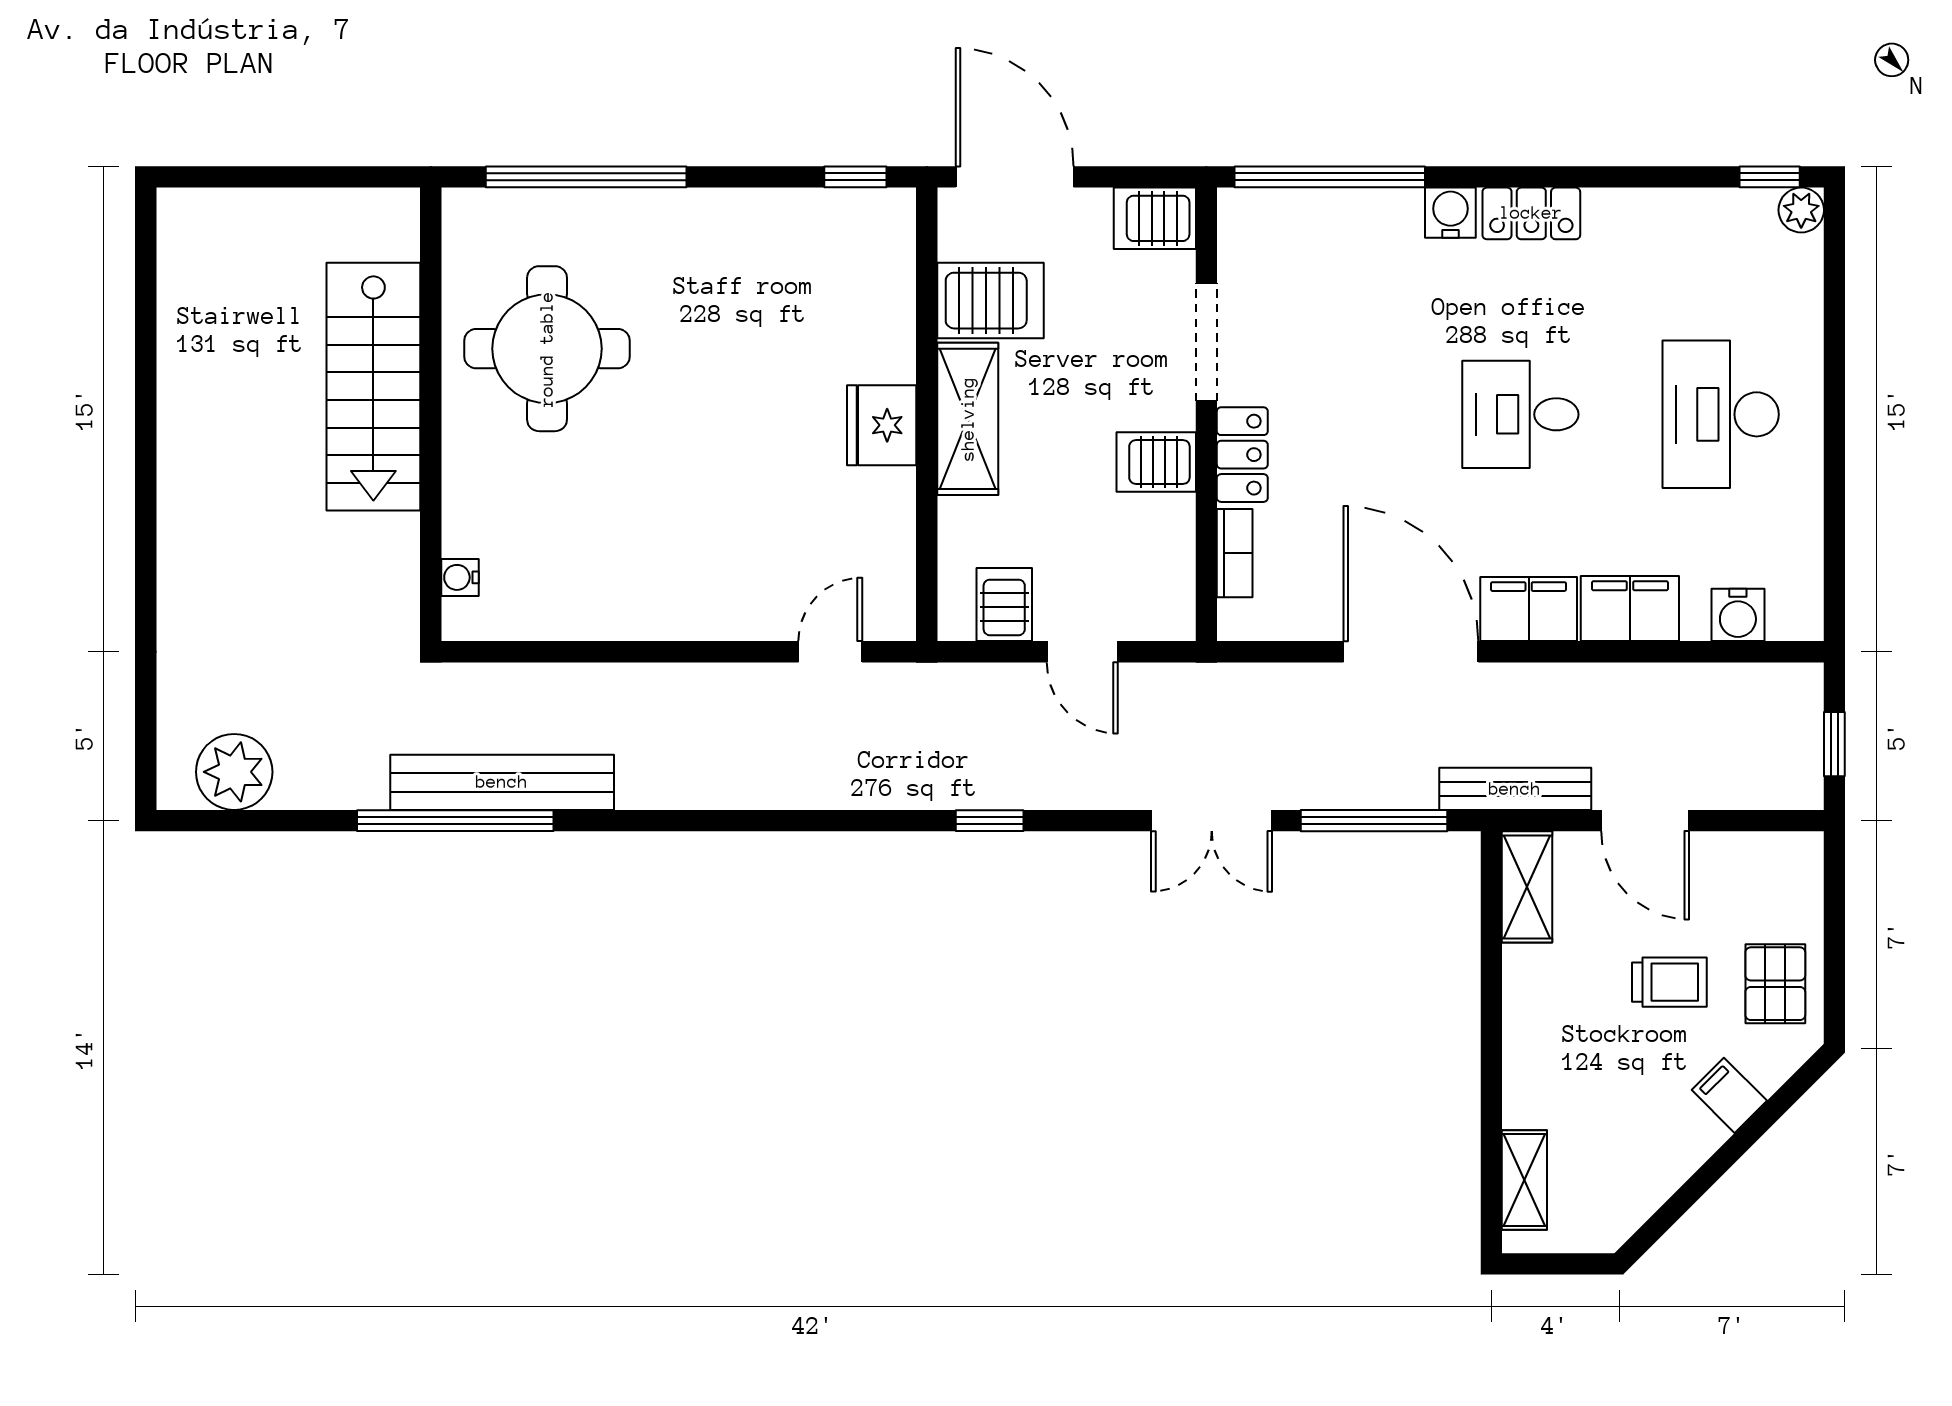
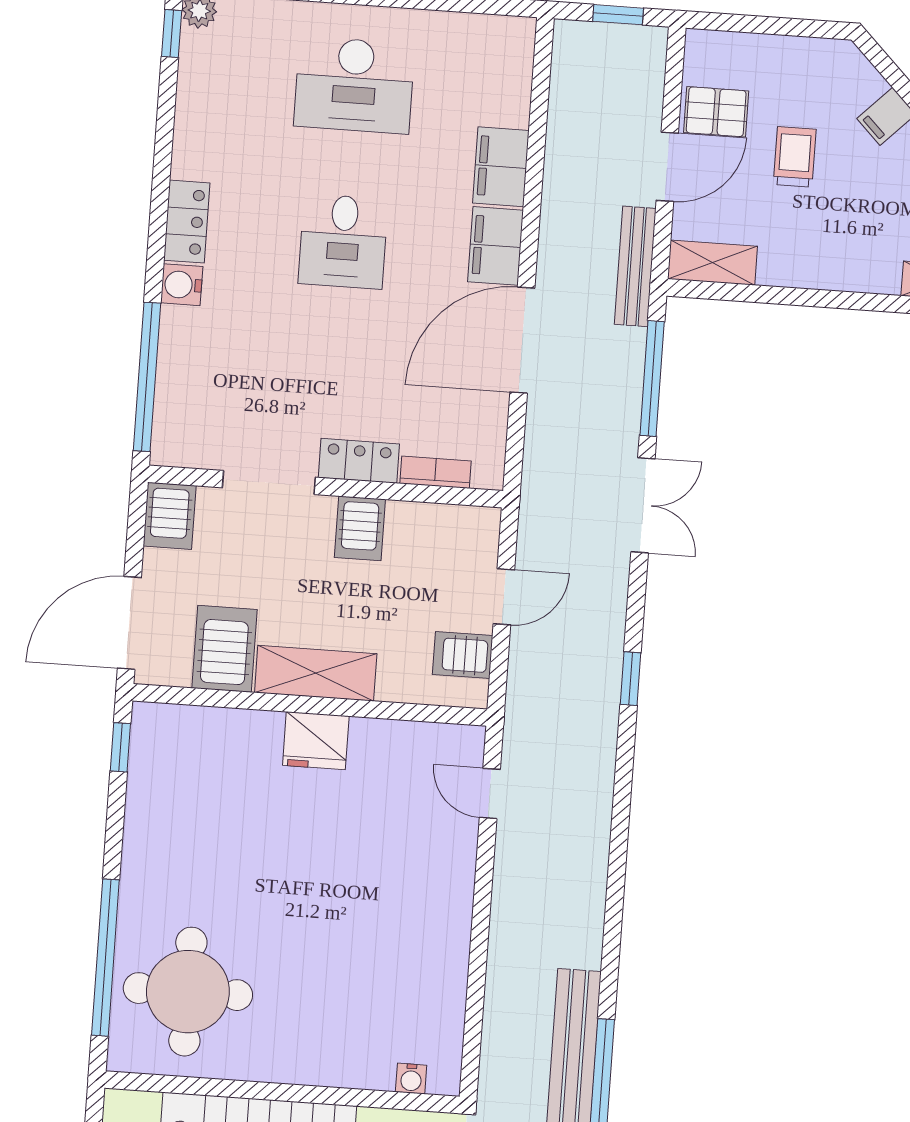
round table: (547, 349) -> (188, 992), moved
water cooler: (1738, 615) -> (512, 83), removed
pallet: (1775, 984) -> (716, 112), moved

